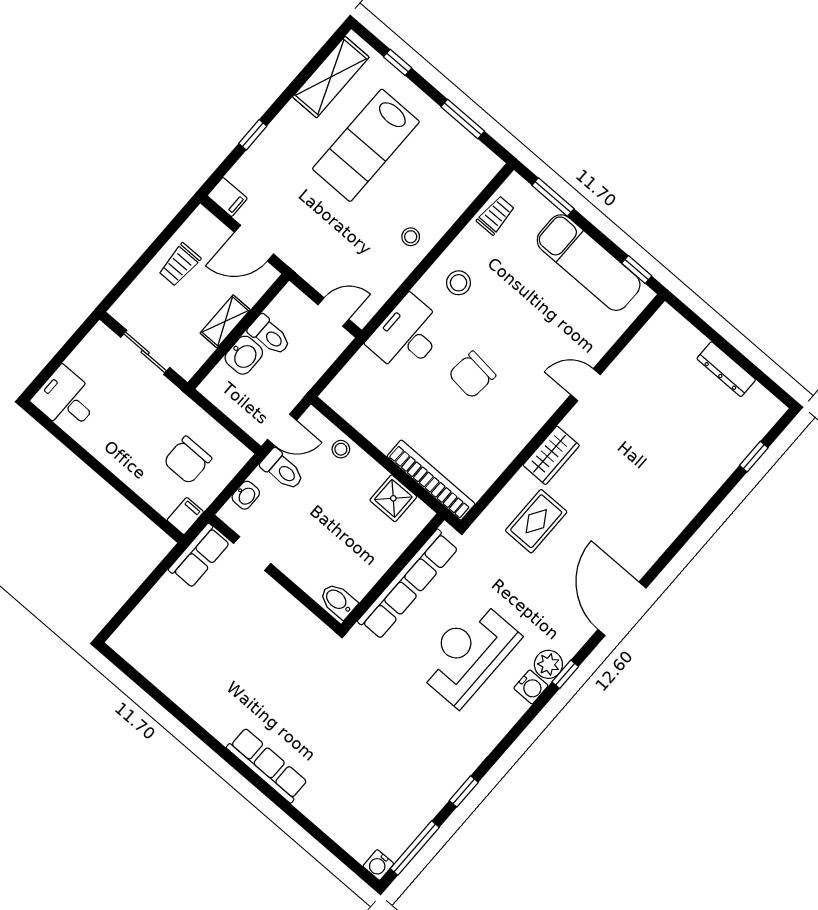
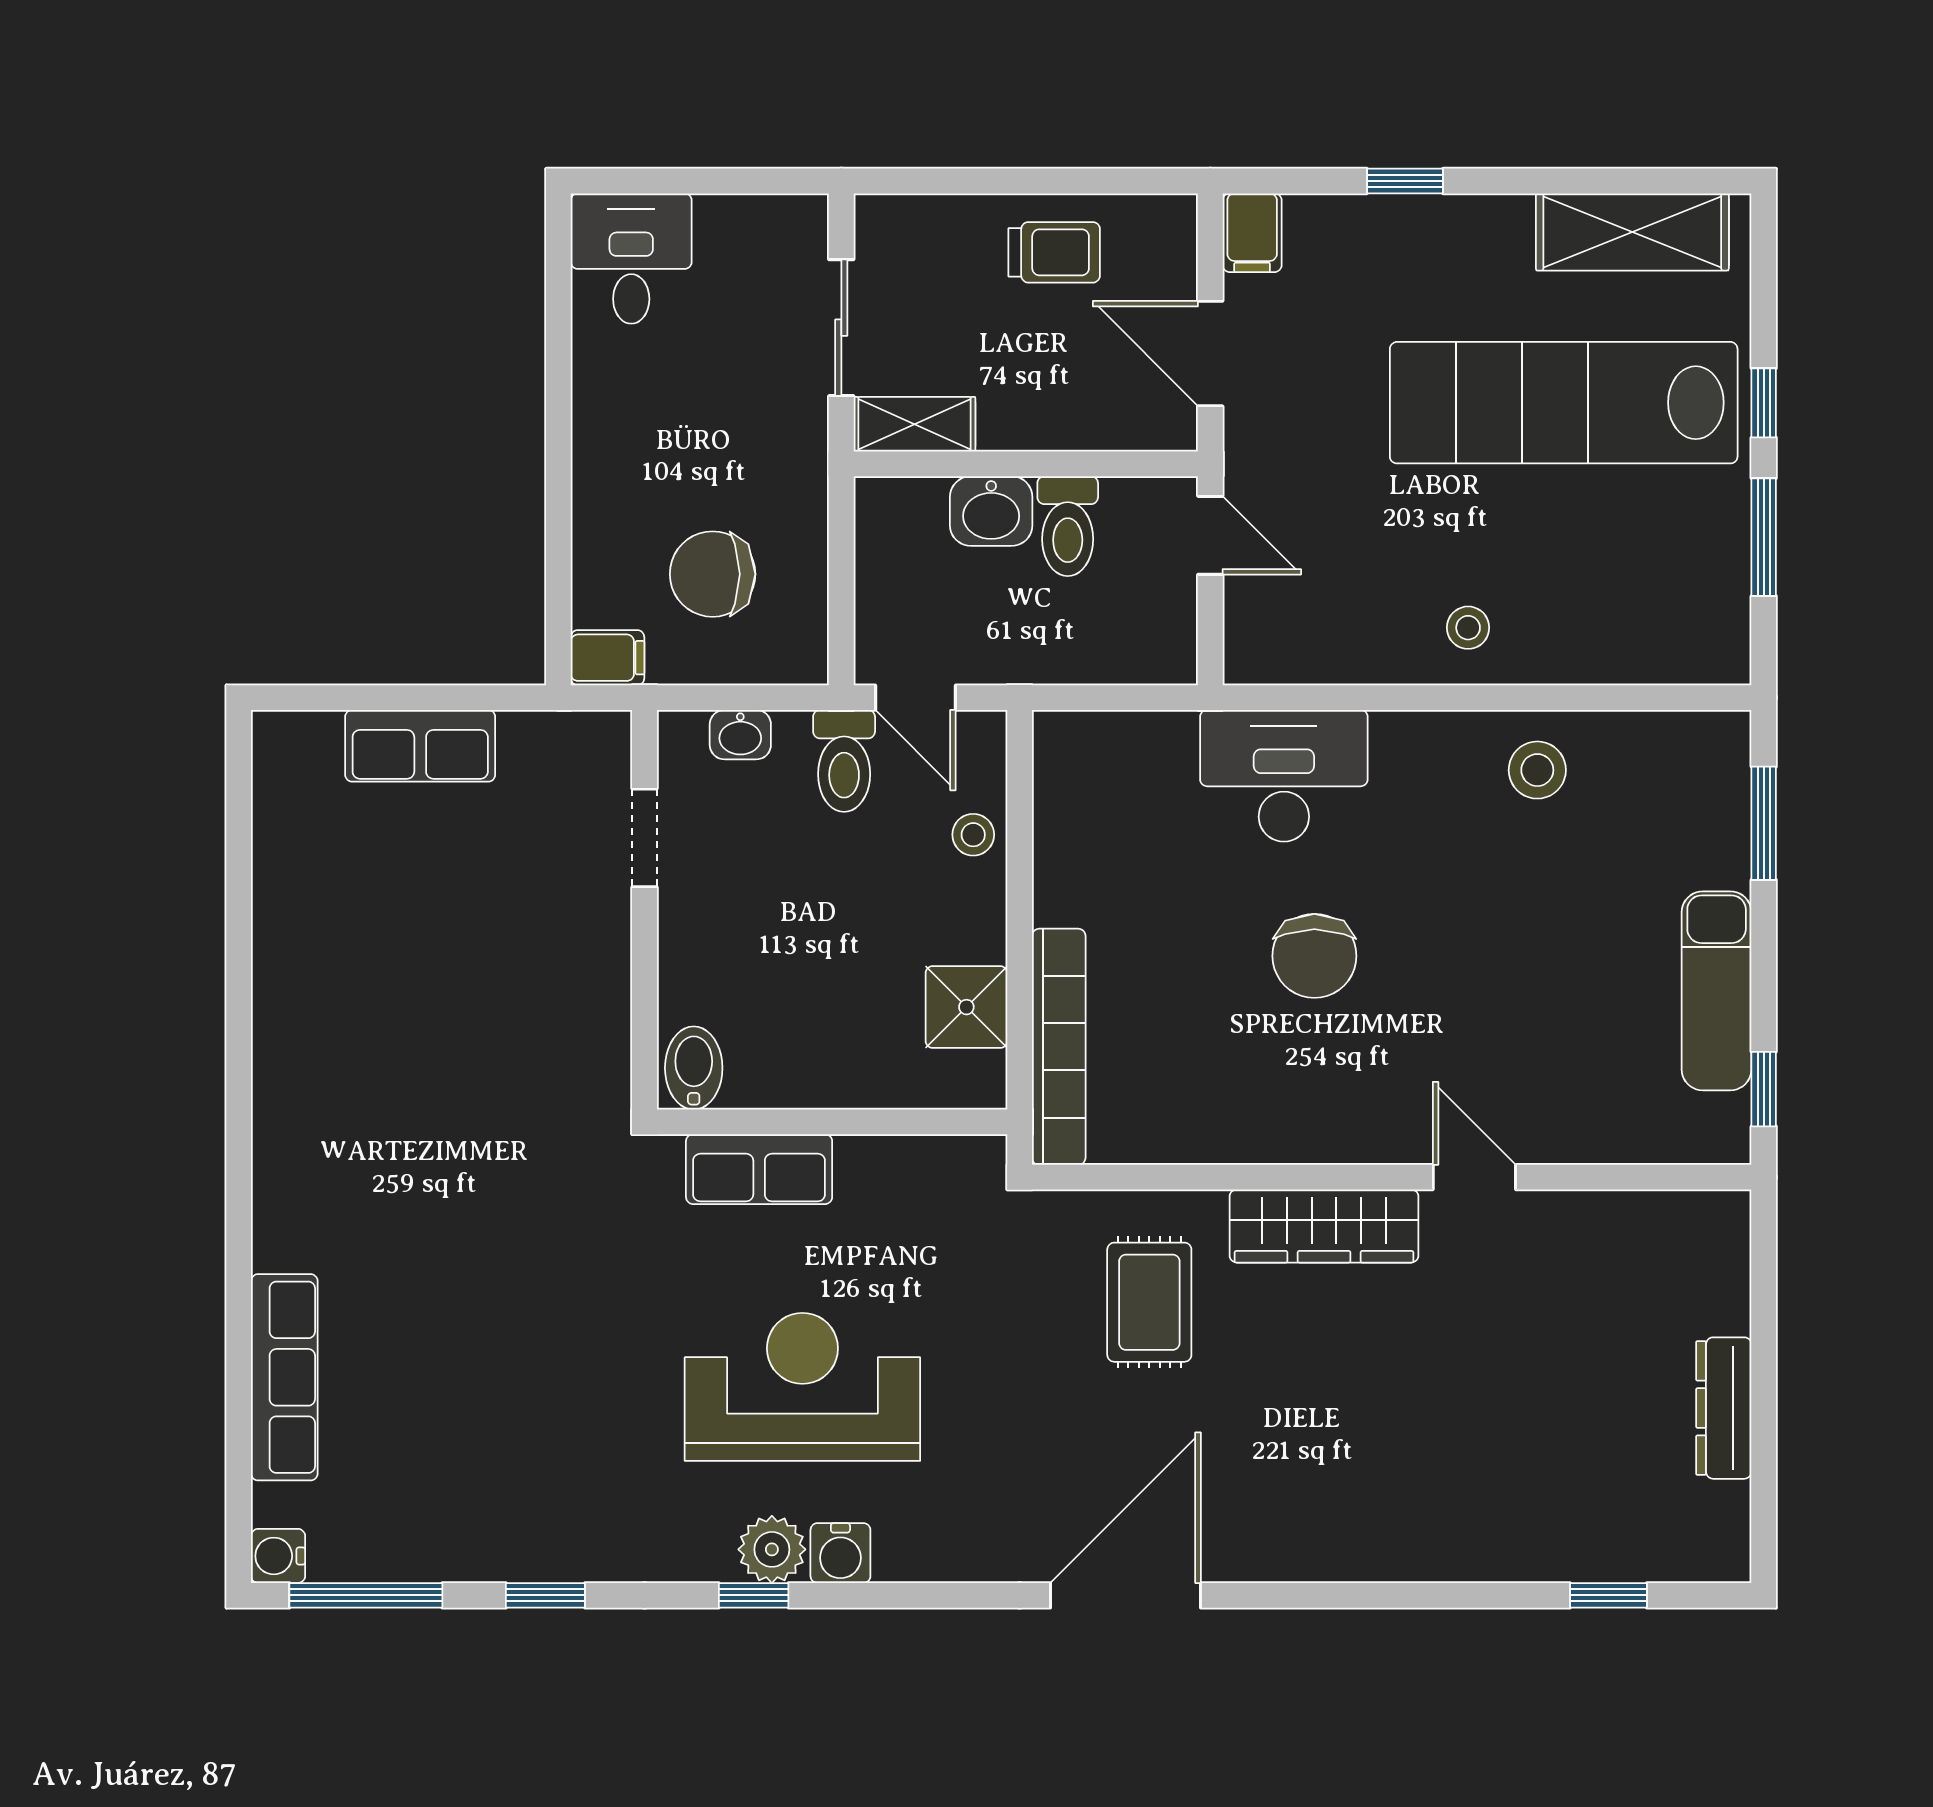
window: (398, 62) -> (1764, 403), moved
lab bench: (366, 145) -> (1564, 403), width x1.36
trolley: (496, 215) -> (1641, 748), removed
exam couch: (589, 263) -> (1717, 991), width x0.73, depth x0.69
trolley: (179, 265) -> (1054, 252), turned 180
stool: (459, 283) -> (1537, 770), moved
door: (333, 312) -> (1210, 535), moved
shelving: (225, 321) -> (914, 424), moved
chair: (472, 375) -> (1314, 956), turned -96
wardrobe: (551, 455) -> (1324, 1226), width x1.50
rug: (536, 521) -> (1149, 1302), turned 90
row of seats: (199, 556) -> (420, 746), moved
row of seats: (408, 584) -> (759, 1169), width x0.50
plant: (548, 664) -> (772, 1549), moved
window: (565, 674) -> (754, 1595), moved
row of seats: (267, 765) -> (284, 1377), moved

